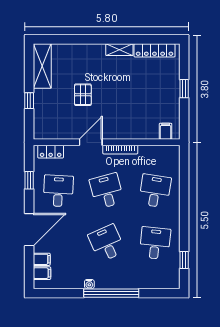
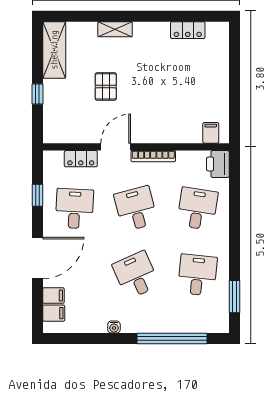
shelving: (119, 50) -> (115, 29), moved
locker: (154, 50) -> (188, 30), width x0.66
window: (184, 89) -> (234, 79), removed
locker: (51, 152) -> (81, 159), moved
printer: (171, 156) -> (218, 164), added
window: (184, 260) -> (234, 297), width x1.50
window: (111, 293) -> (172, 339), moved

